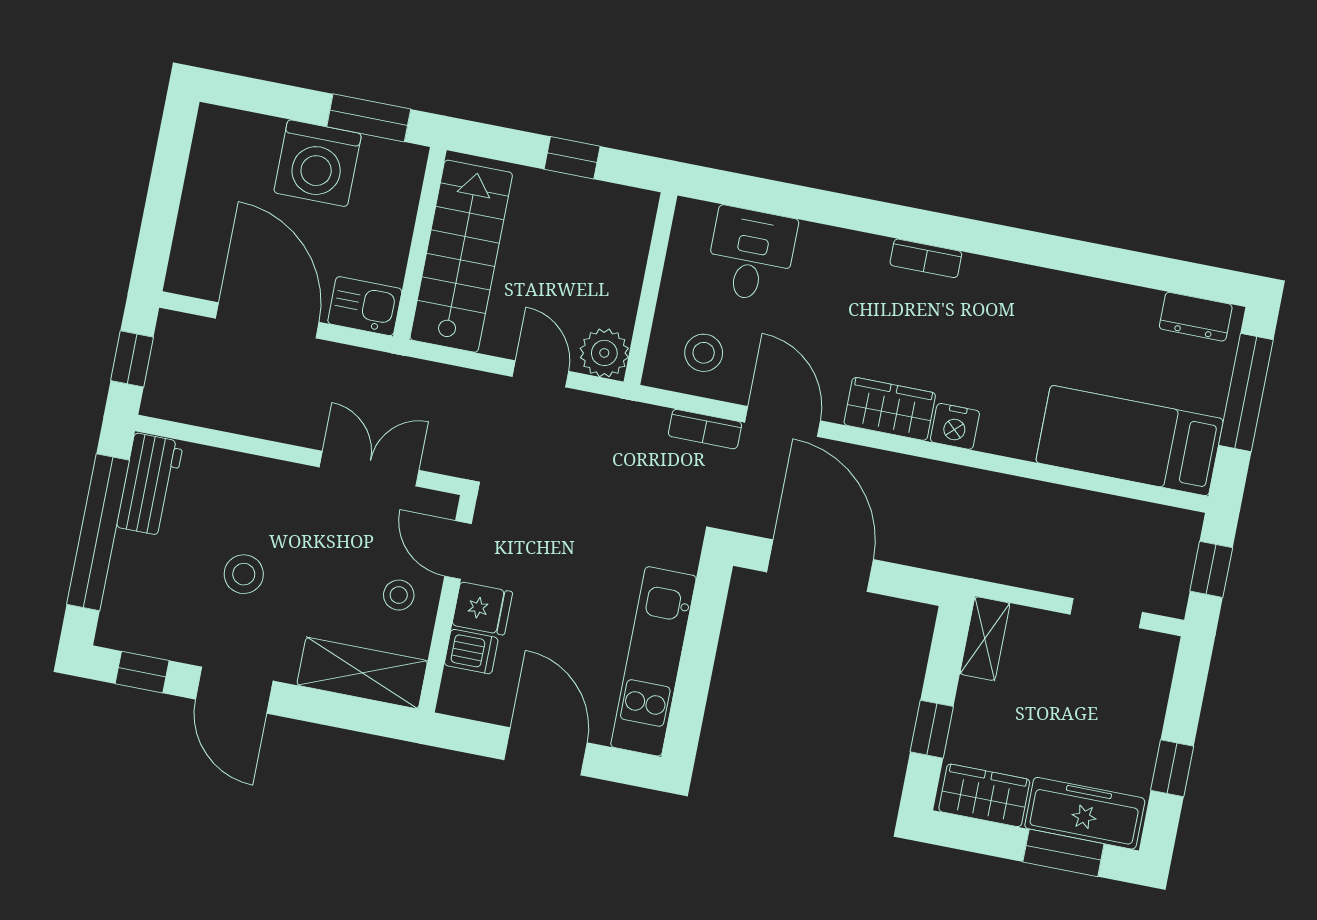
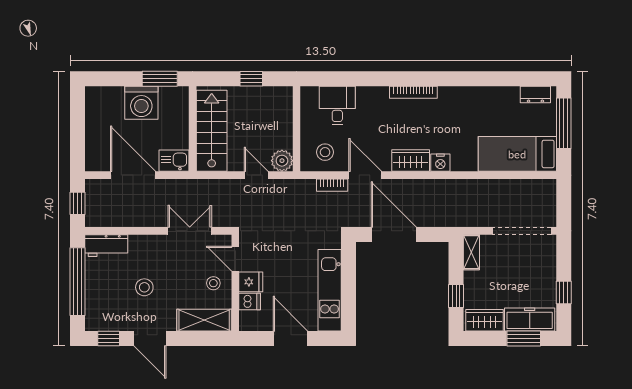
bookcase: (926, 258) -> (413, 92), width x1.56
workbench: (150, 485) -> (106, 246), moved, turned 90
window: (1211, 569) -> (564, 203), removed
doorway: (1106, 613) -> (522, 231), width x1.87

